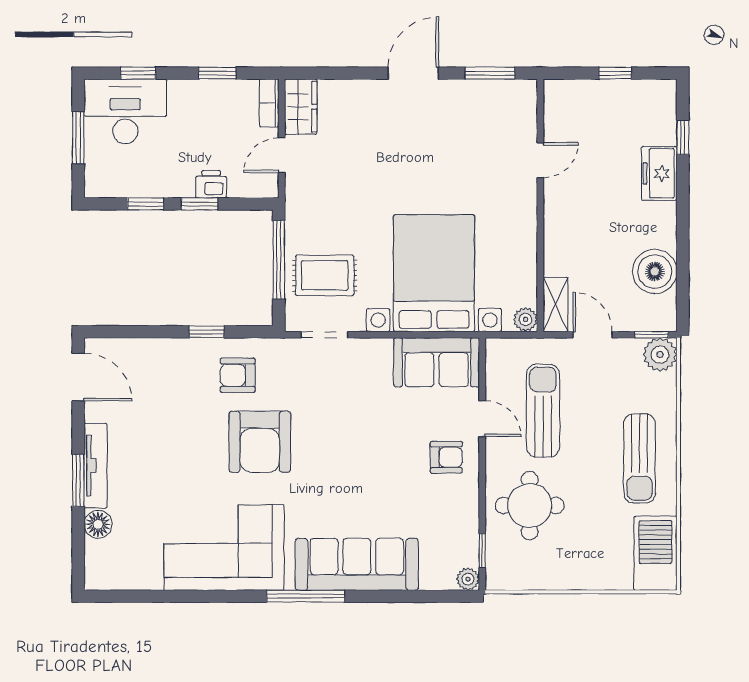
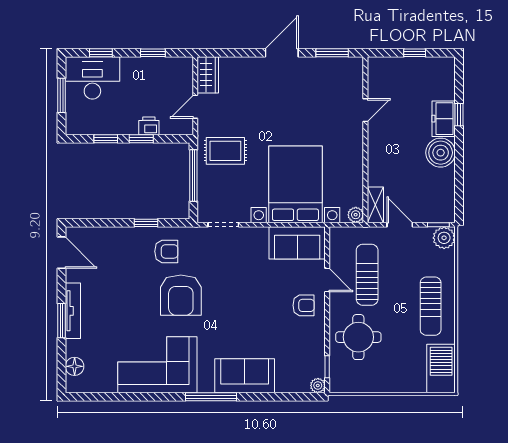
bookcase: (269, 103) -> (187, 72), removed
window: (683, 137) -> (459, 115), moved
boiler: (655, 271) -> (441, 153), moved
rug: (325, 275) -> (225, 151), moved
armchair: (238, 375) -> (166, 251), turned 180
floor lamp: (98, 524) -> (75, 366), moved
sofa: (357, 564) -> (245, 376), width x0.73

